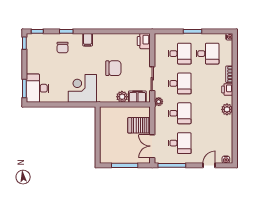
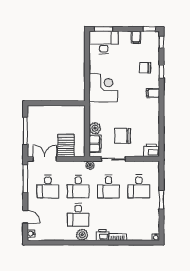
desk: (207, 54) -> (78, 215), moved
filing cabinet: (33, 56) -> (136, 37), added
chair: (113, 68) -> (123, 136), moved, turned 90

